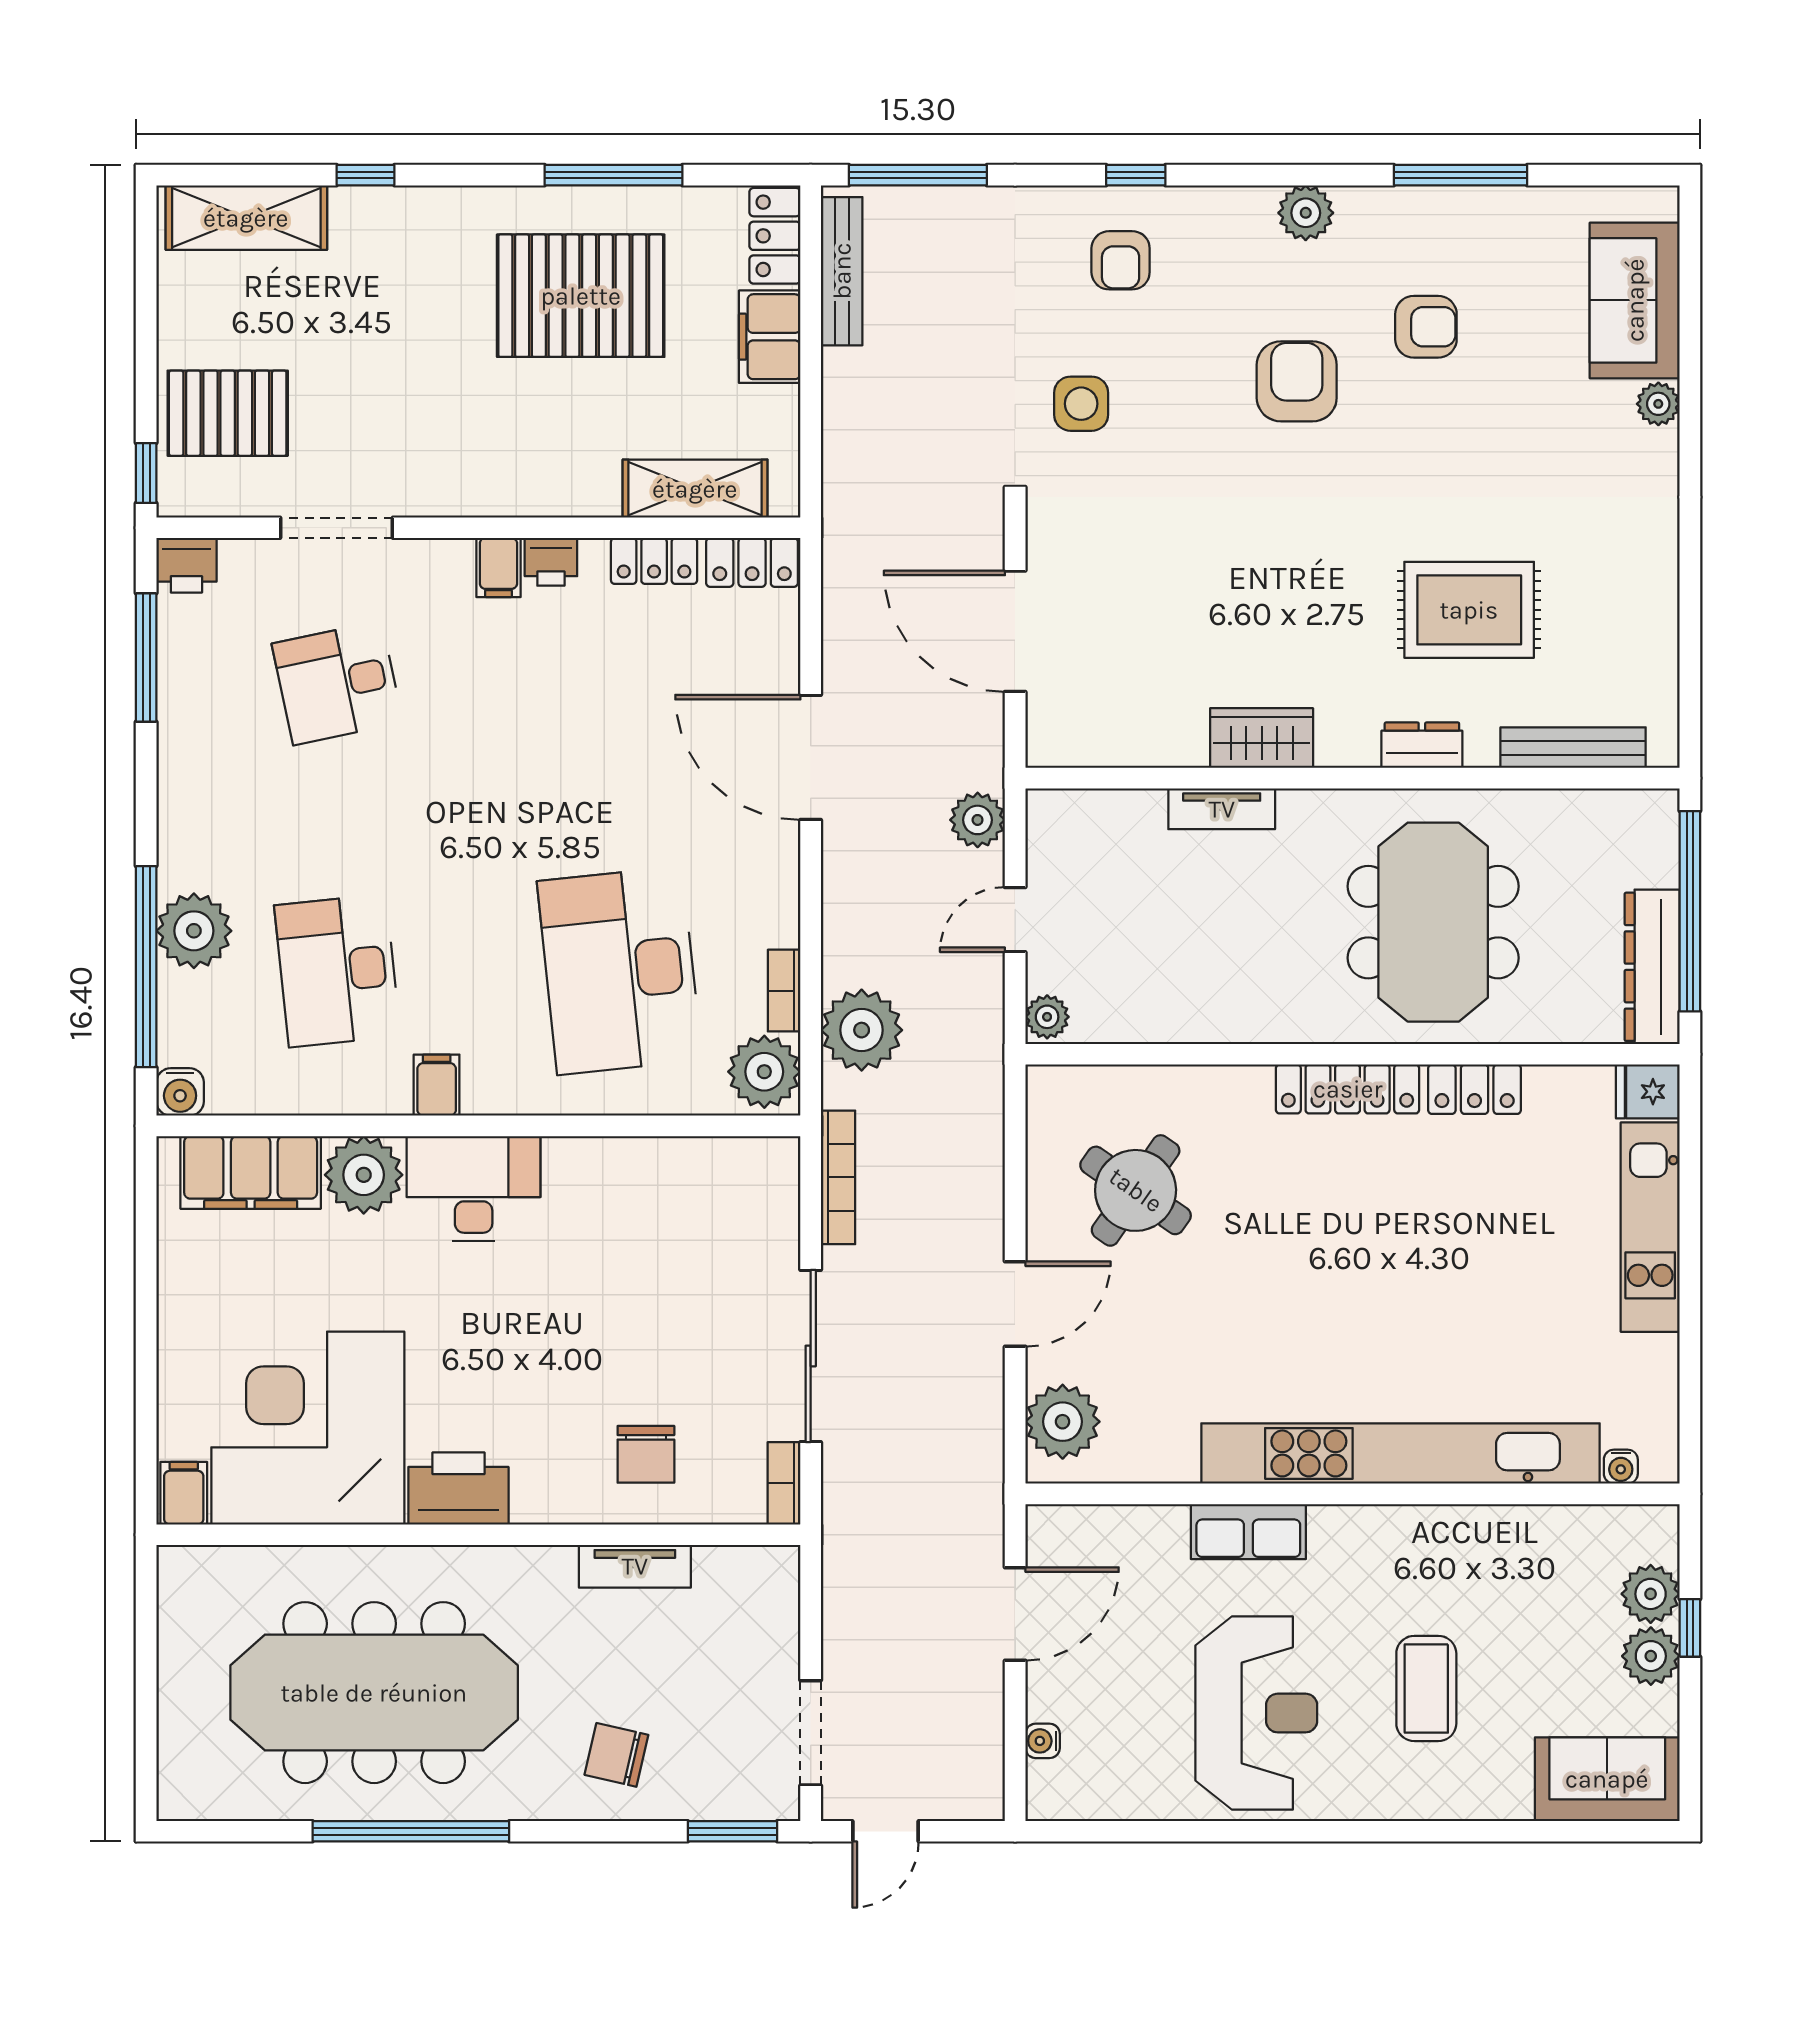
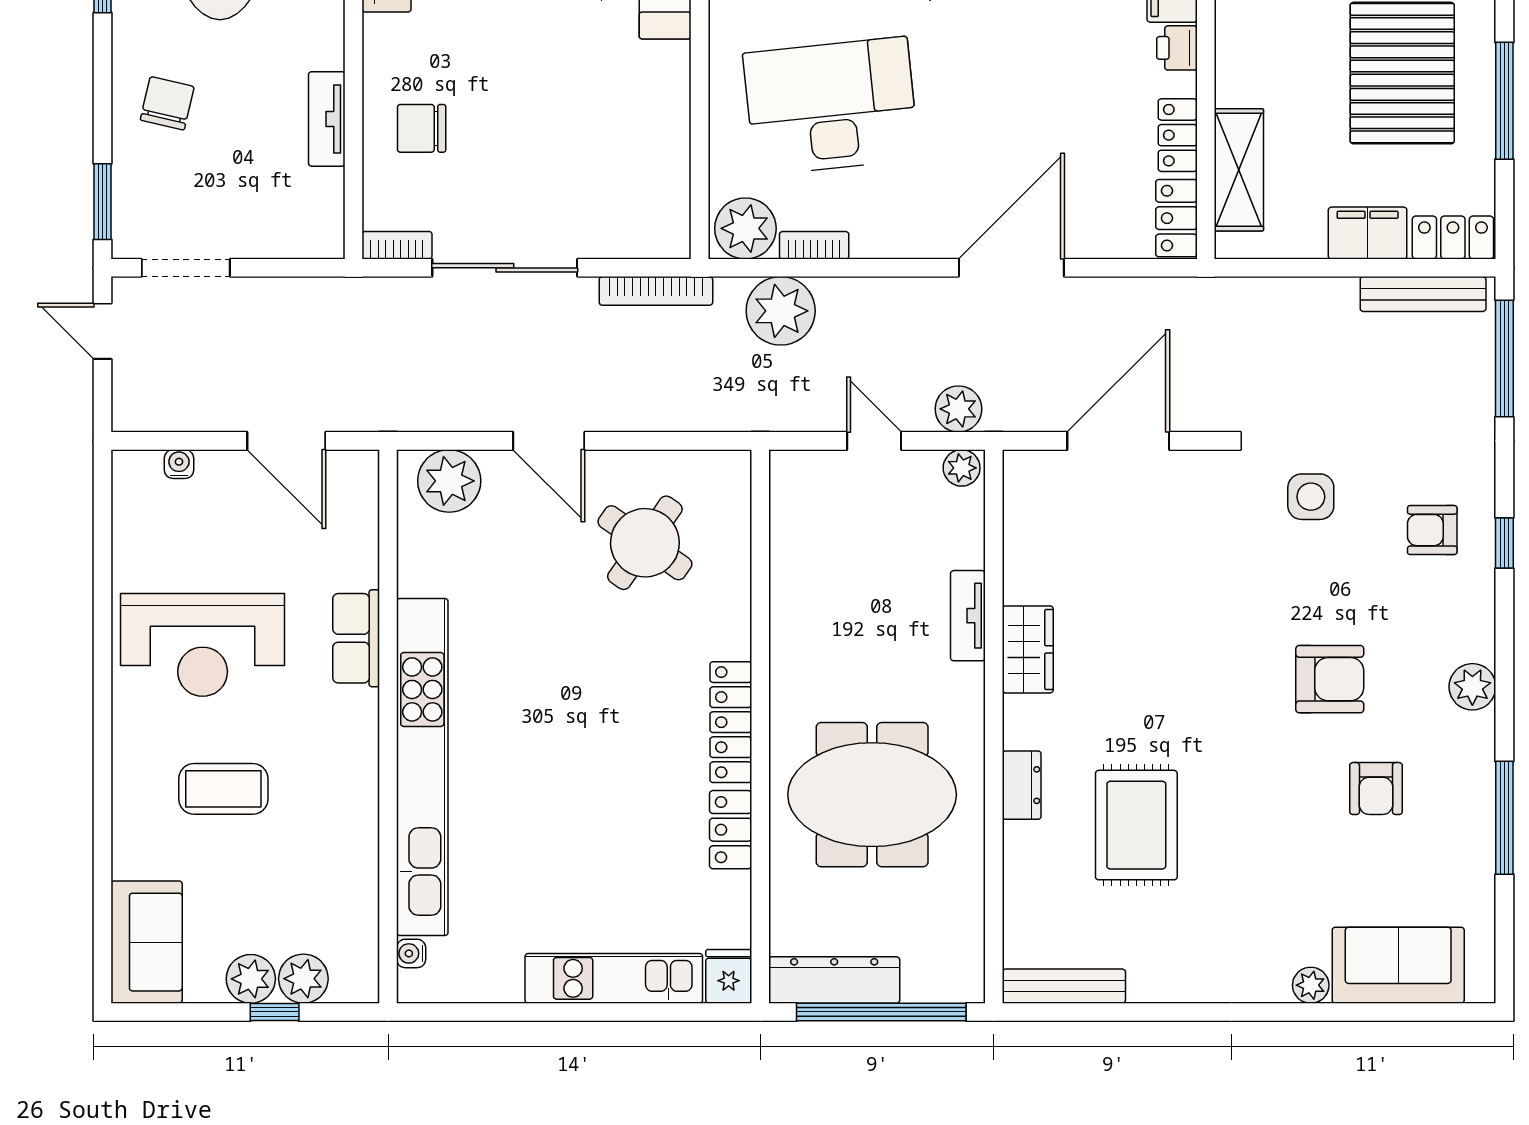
bench: (1573, 748) -> (1064, 986), moved, turned 90
plant: (1047, 1017) -> (962, 468), moved

